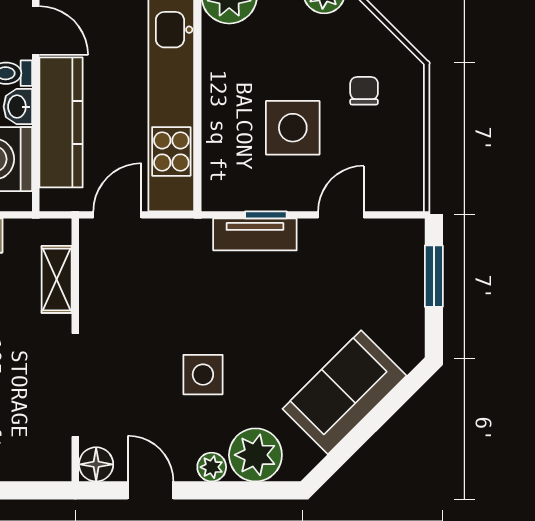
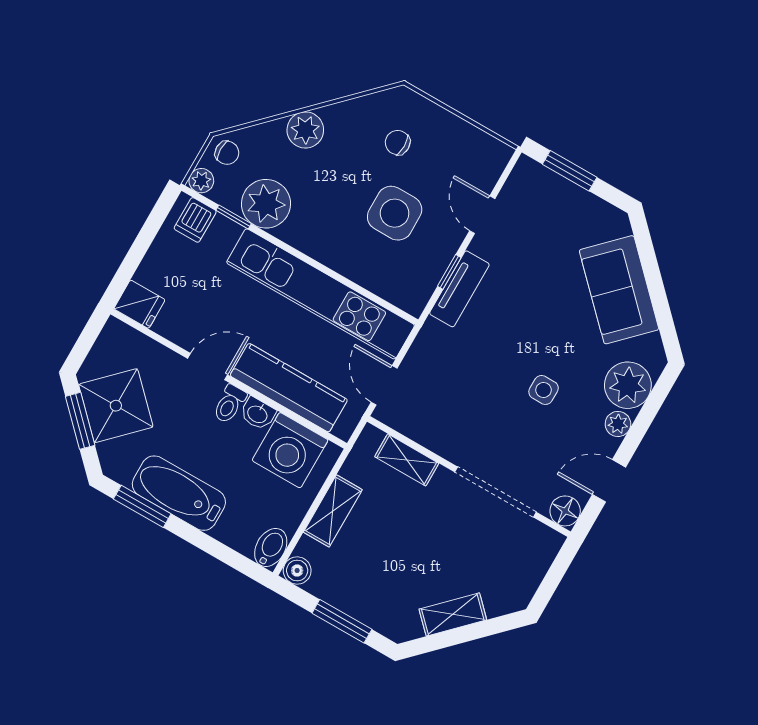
side table: (203, 375) -> (544, 390), width x0.73, depth x0.73

